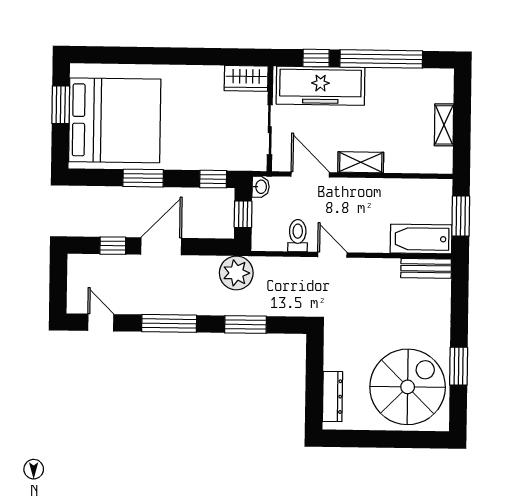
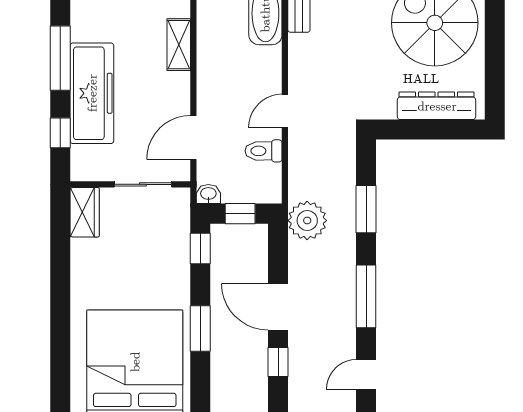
window: (381, 59) -> (60, 58), width x0.68
freezer: (320, 86) -> (92, 93), moved
shelving: (361, 162) -> (179, 45), moved
dresser: (333, 397) -> (437, 106), width x1.37, depth x1.24

